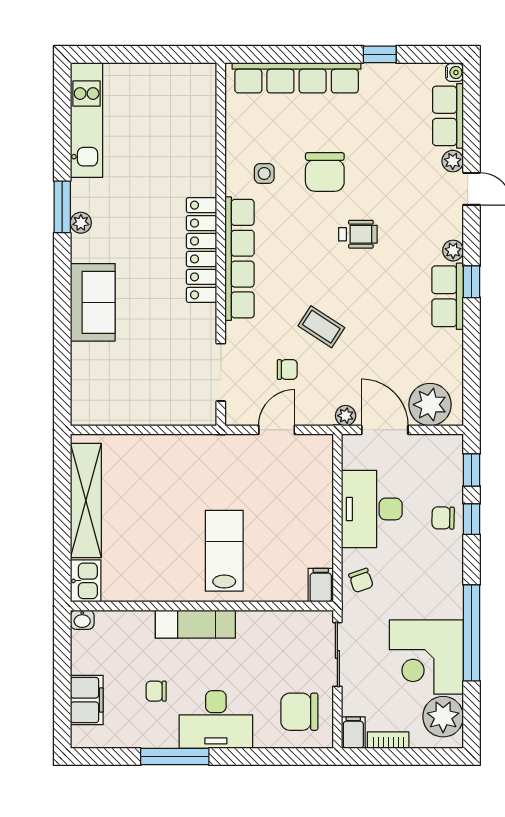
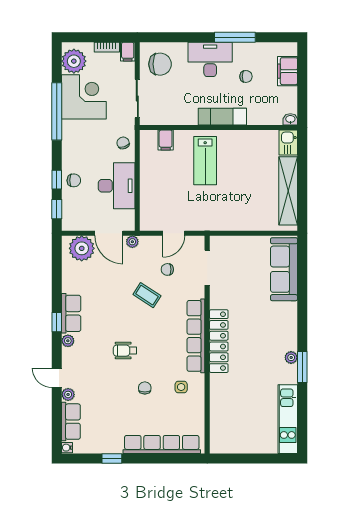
chair: (325, 172) -> (145, 388), width x0.54, depth x0.54
sofa: (93, 302) -> (284, 269), moved, width x1.36
filing cabinet: (321, 585) -> (166, 140), moved

